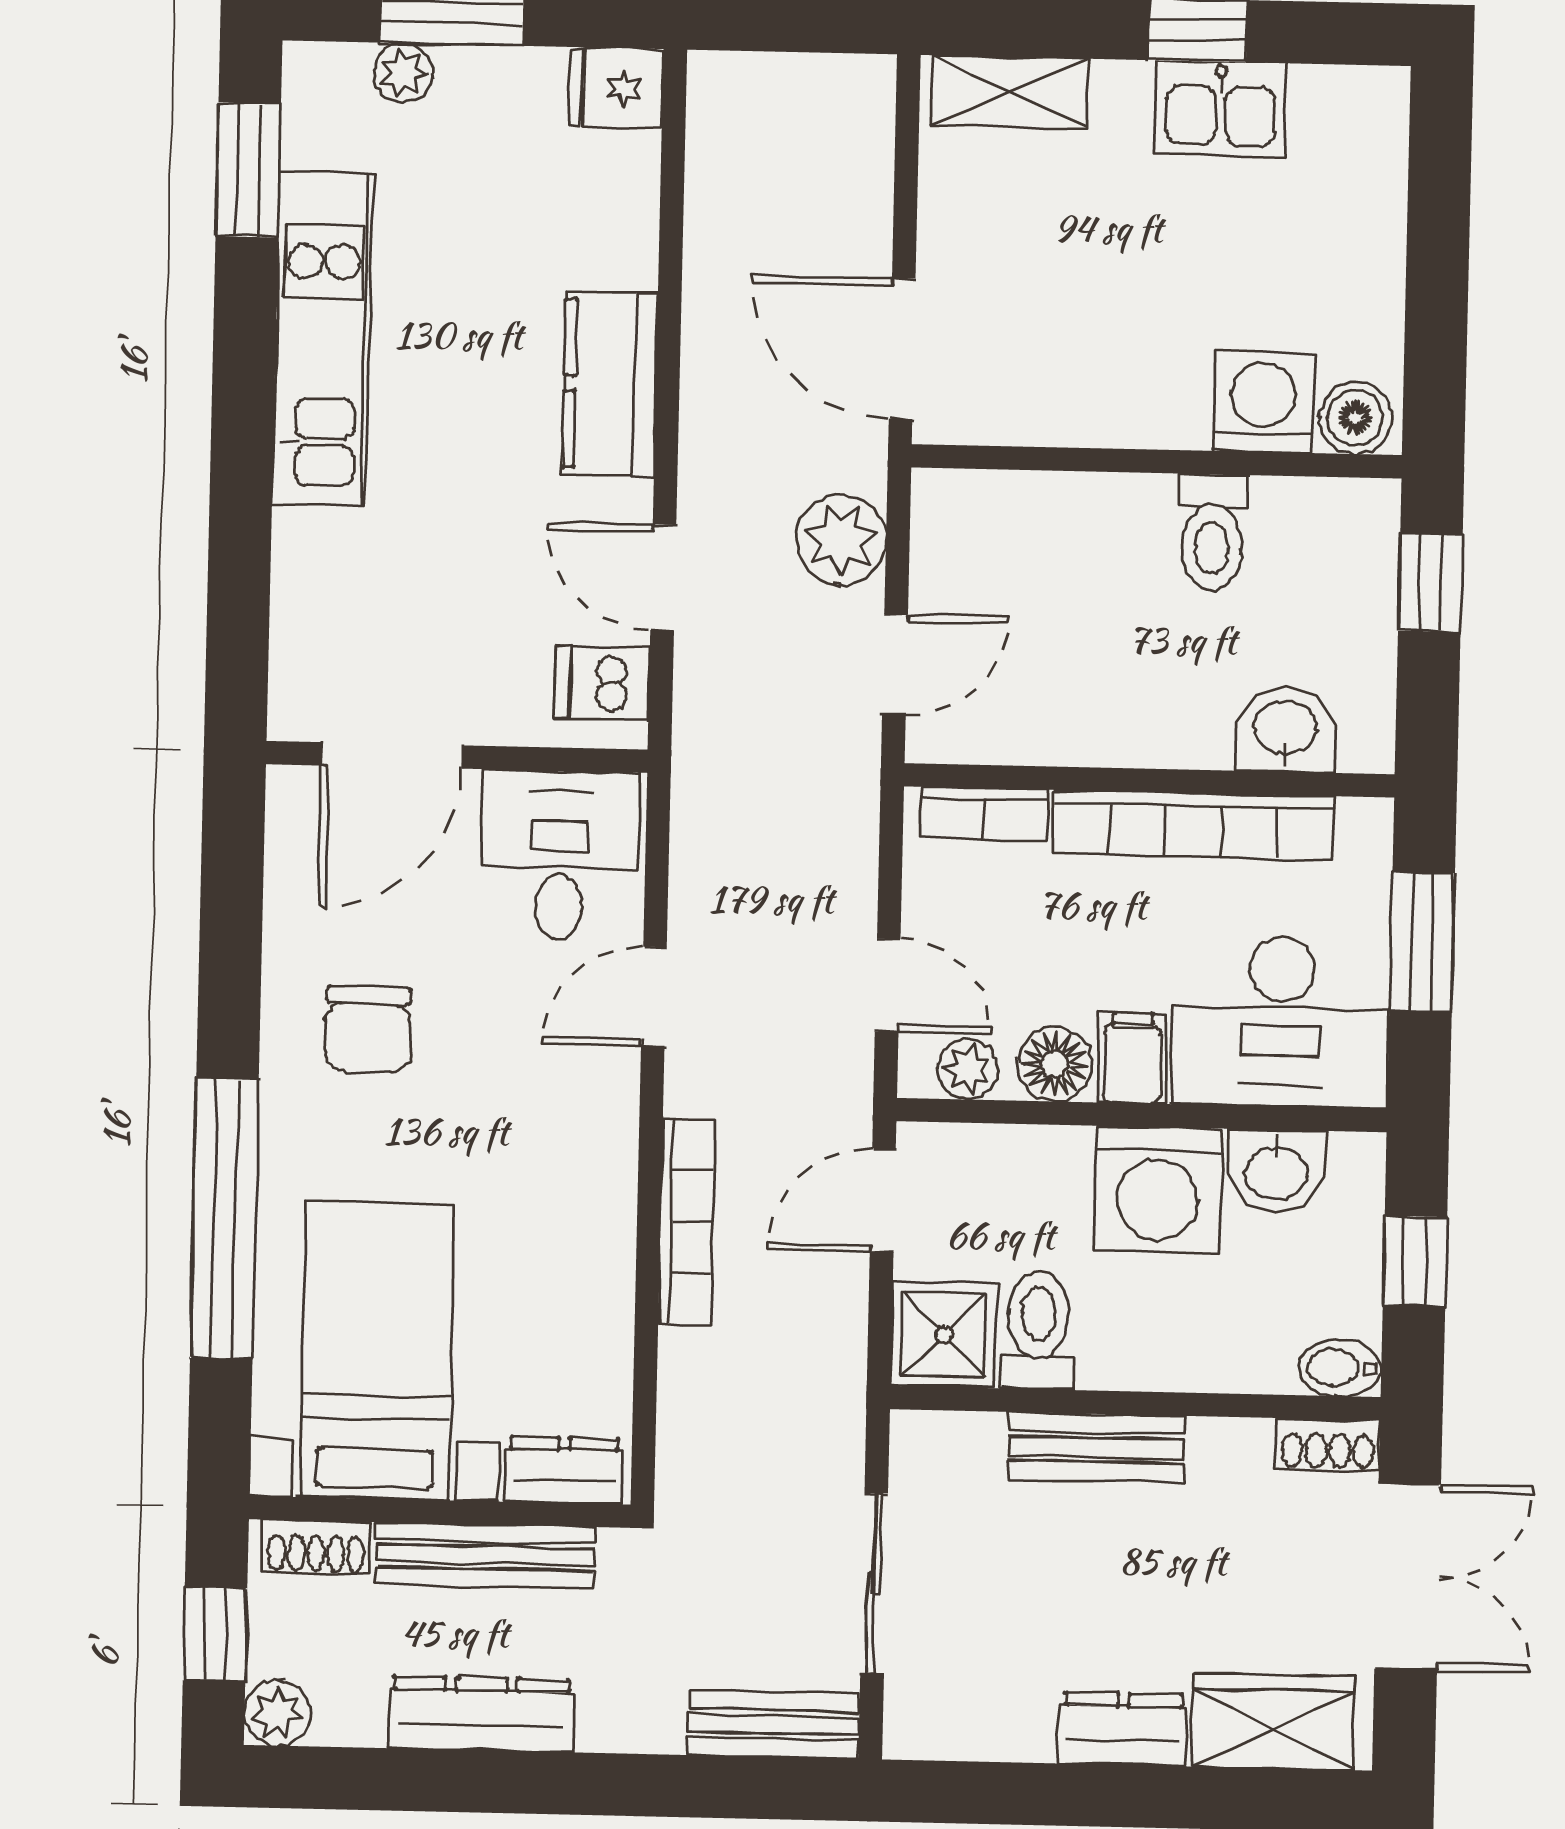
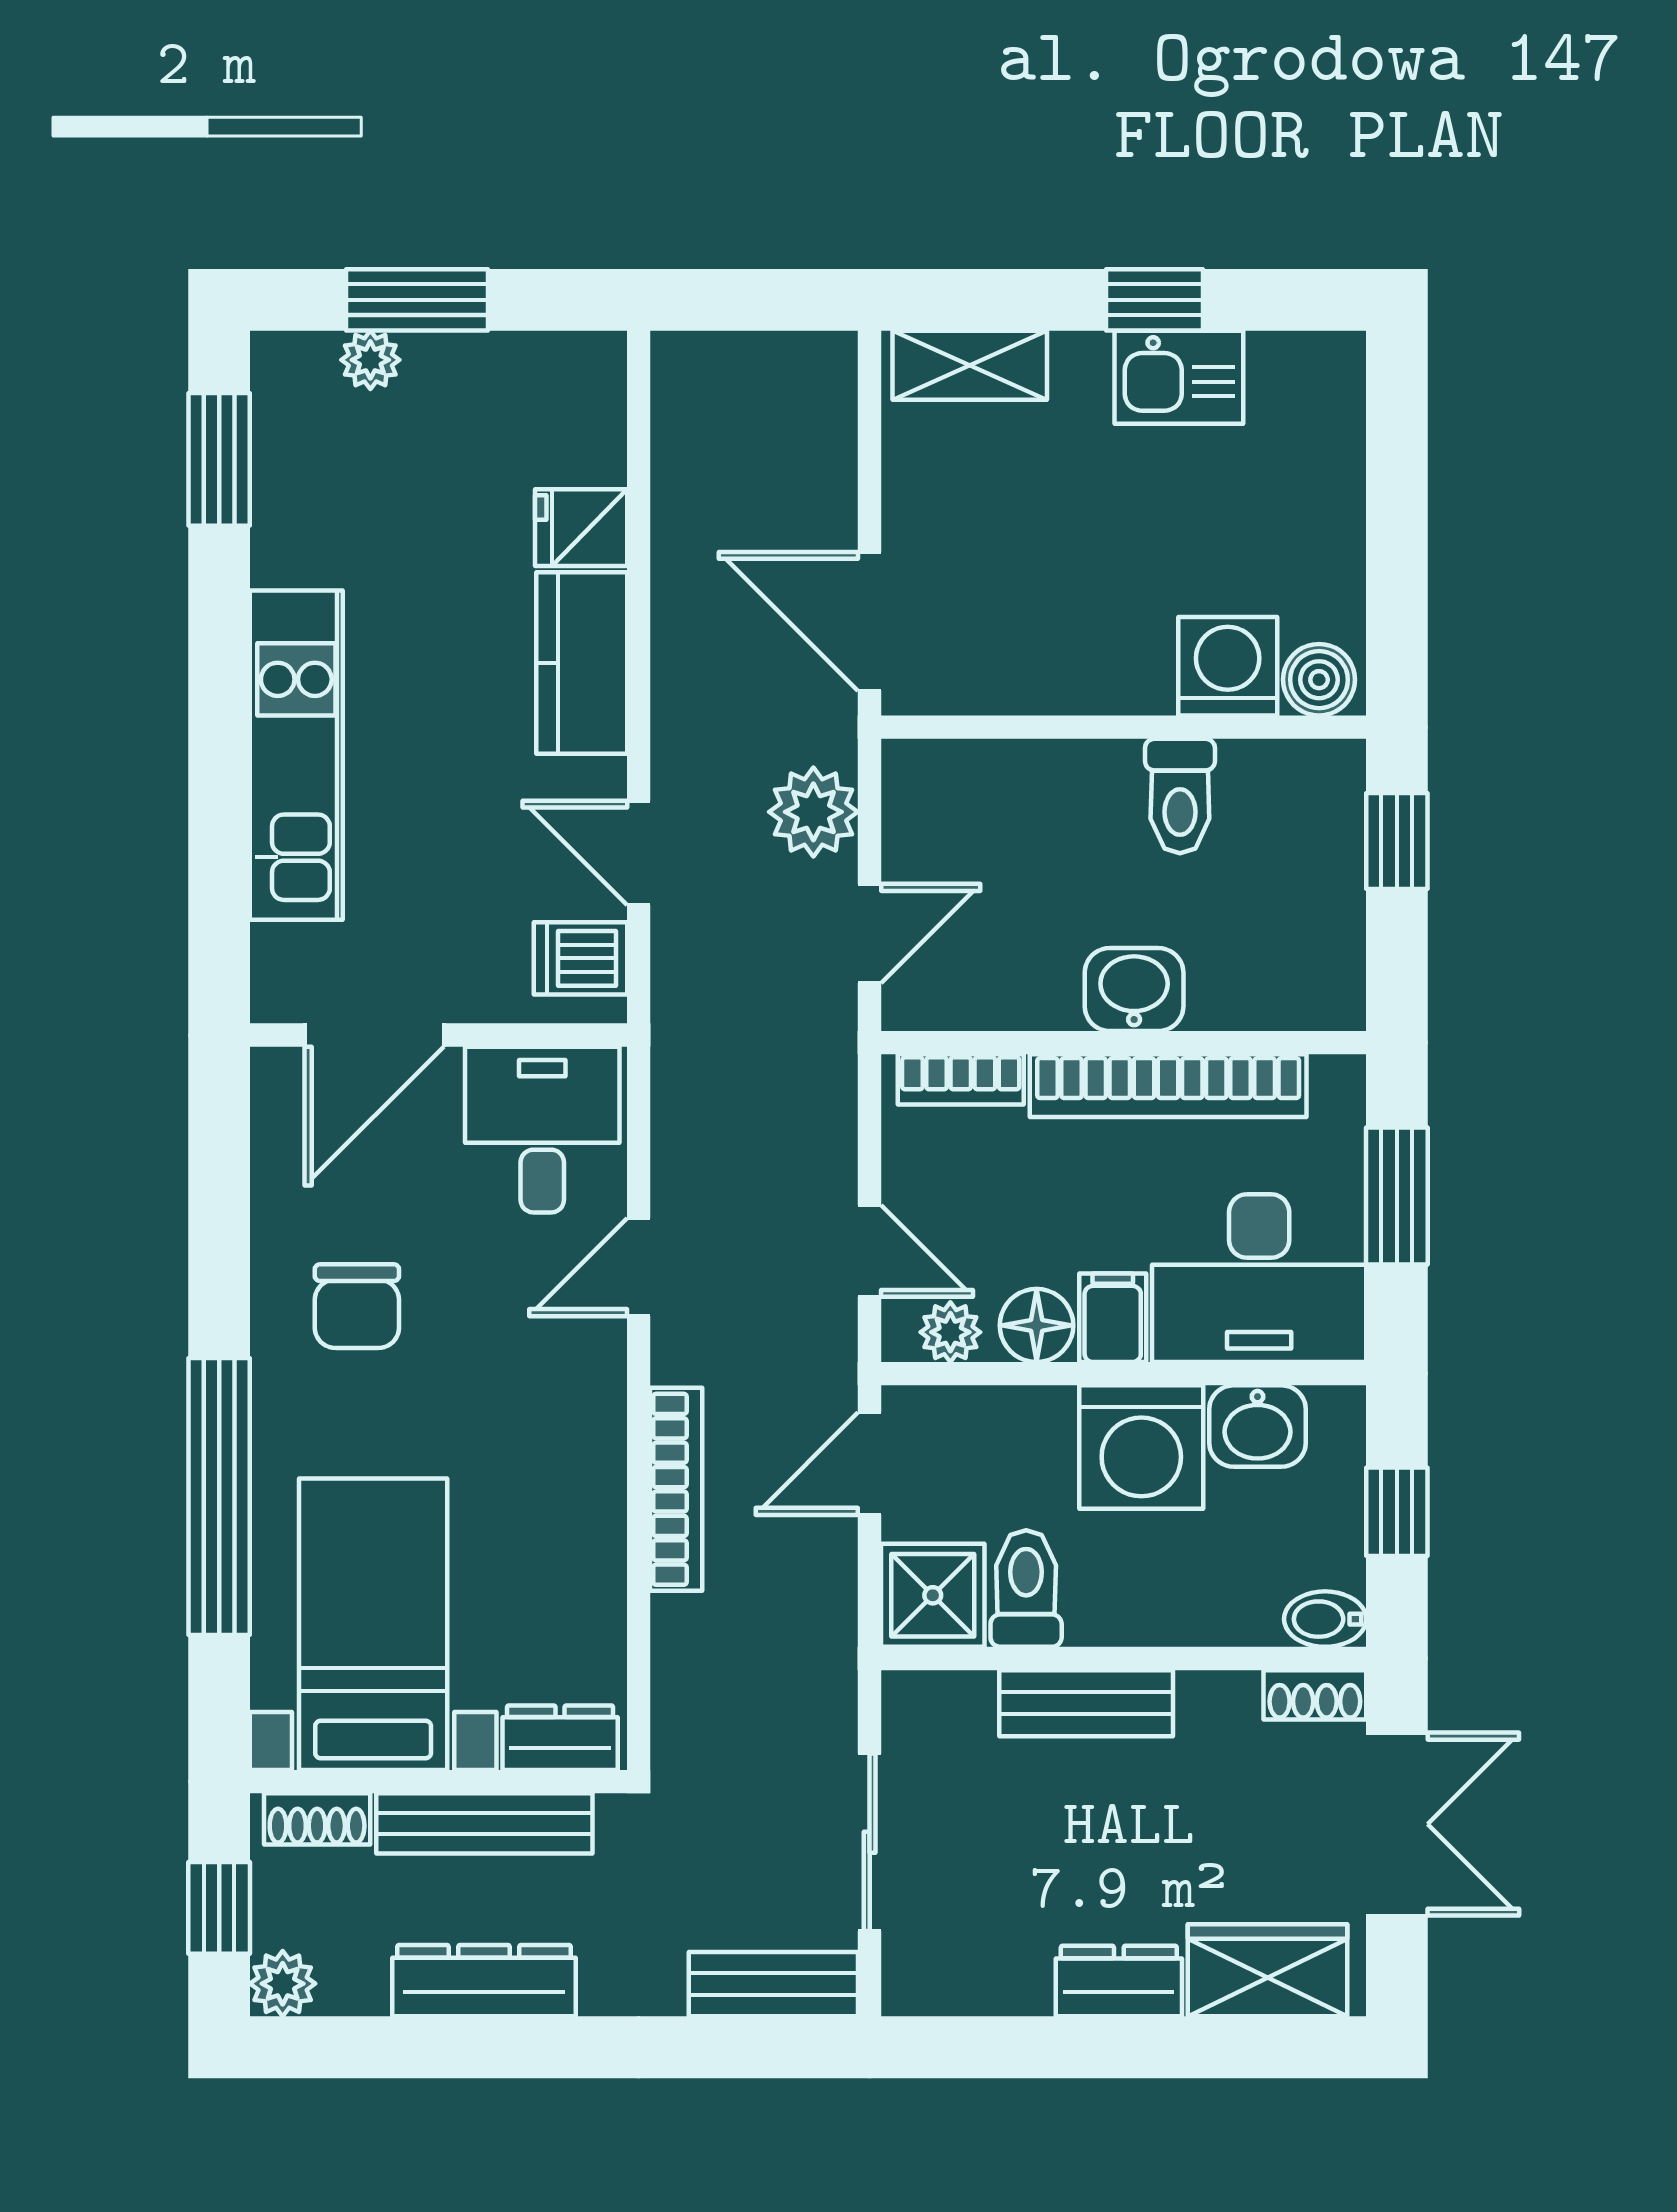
fridge: (616, 88) -> (581, 528), moved
kitchen unit: (322, 338) -> (296, 755), moved
washbasin: (1285, 730) -> (1134, 989), moved

